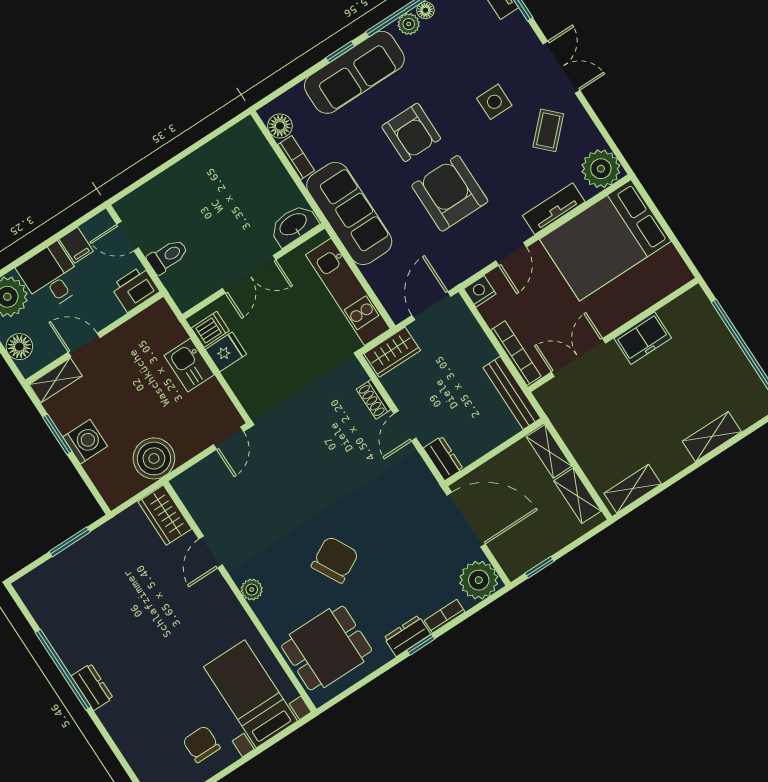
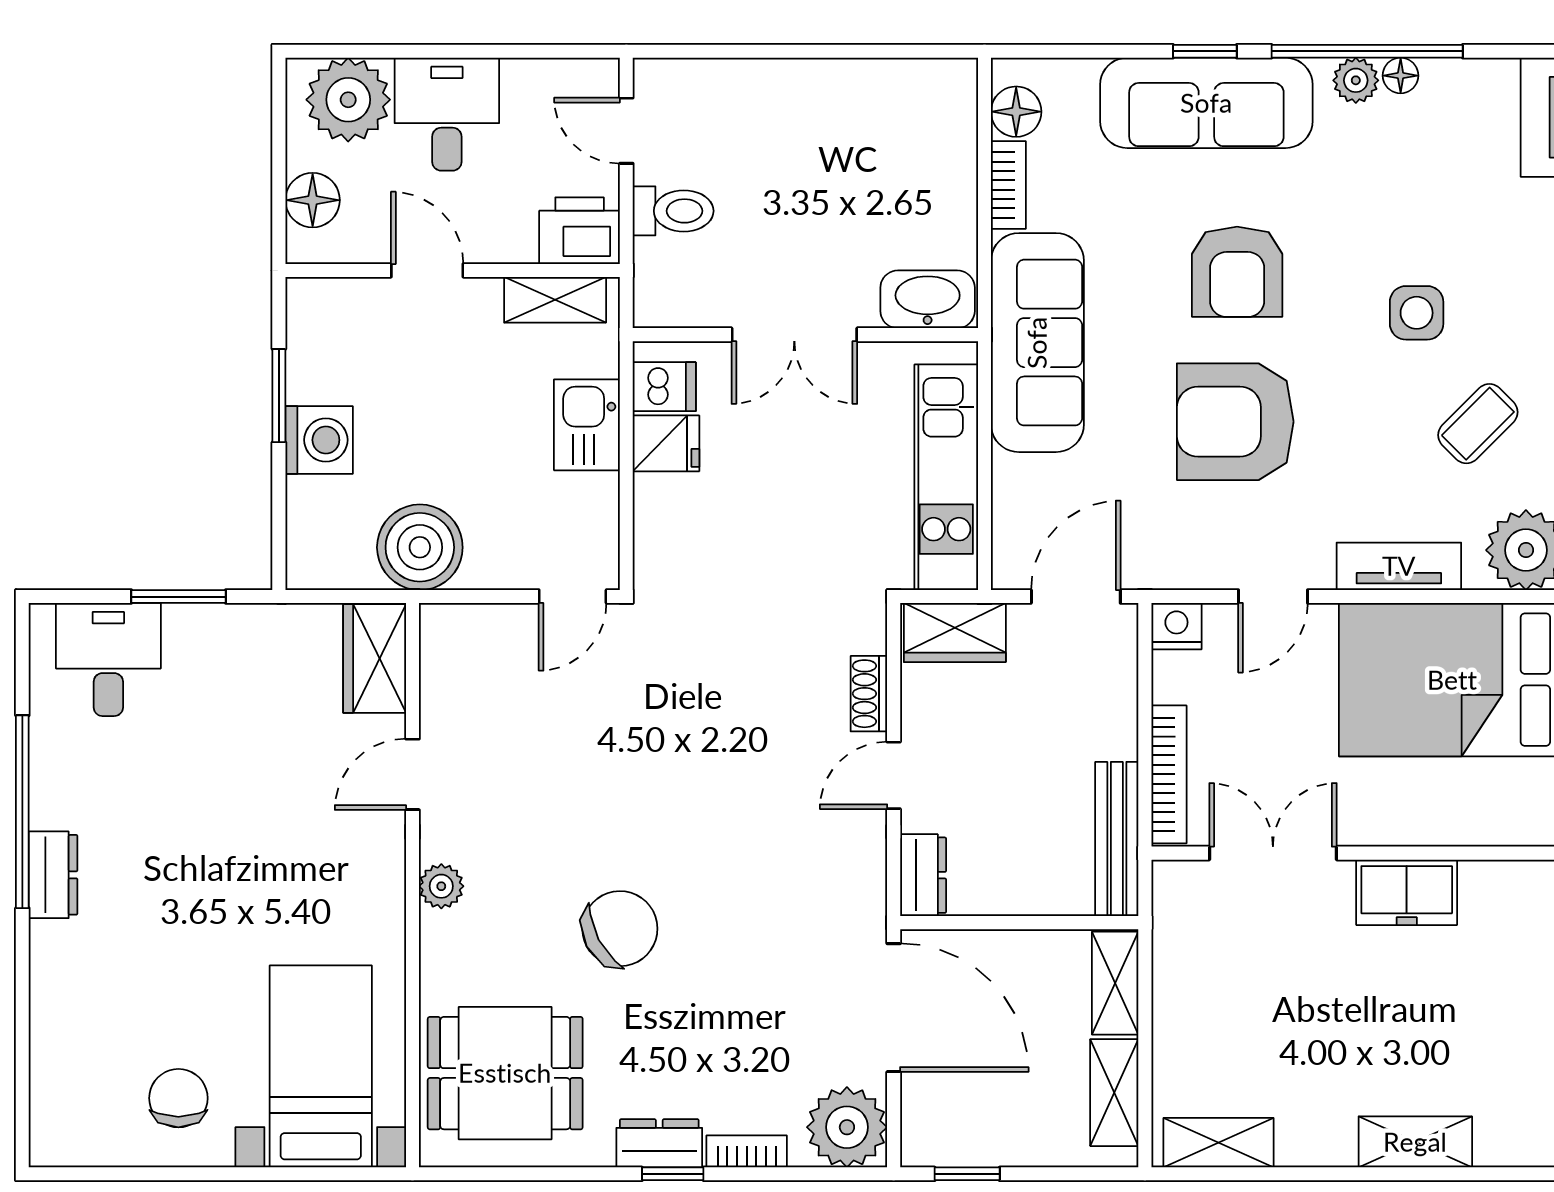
armchair: (450, 193) -> (1235, 422), turned -90
filing cabinet: (76, 245) -> (526, 88), removed
shelving: (56, 380) -> (555, 300), moved
desk: (58, 586) -> (108, 660), added

